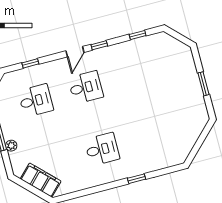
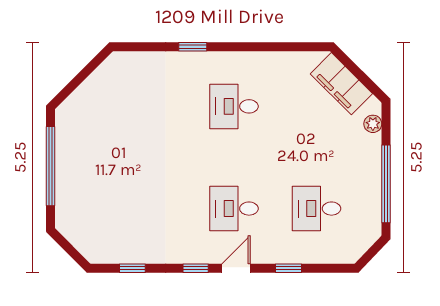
window: (30, 63) -> (288, 268), moved
window: (203, 84) -> (50, 166), width x2.11
plant: (11, 146) -> (373, 124), moved

